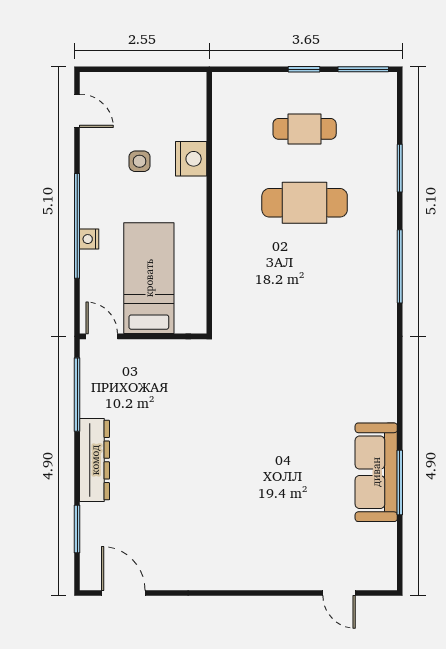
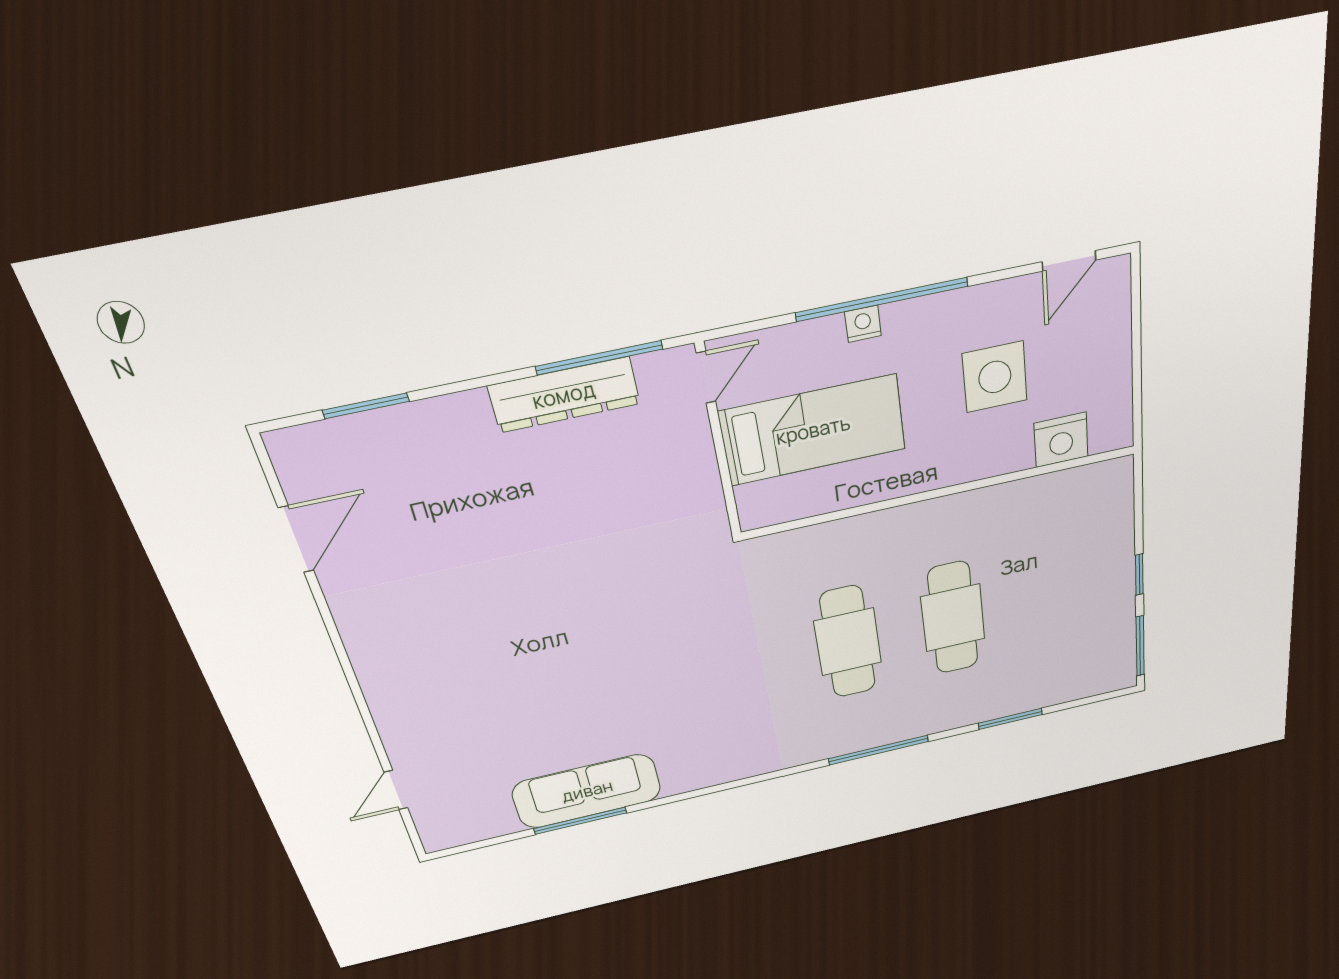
cafe table: (305, 129) -> (848, 642), moved, width x1.37, depth x1.35
nightstand: (191, 159) -> (1061, 440), moved
side table: (140, 161) -> (995, 377), width x1.87, depth x1.87
dresser: (95, 460) -> (564, 395), moved
door: (123, 593) -> (296, 539), moved

